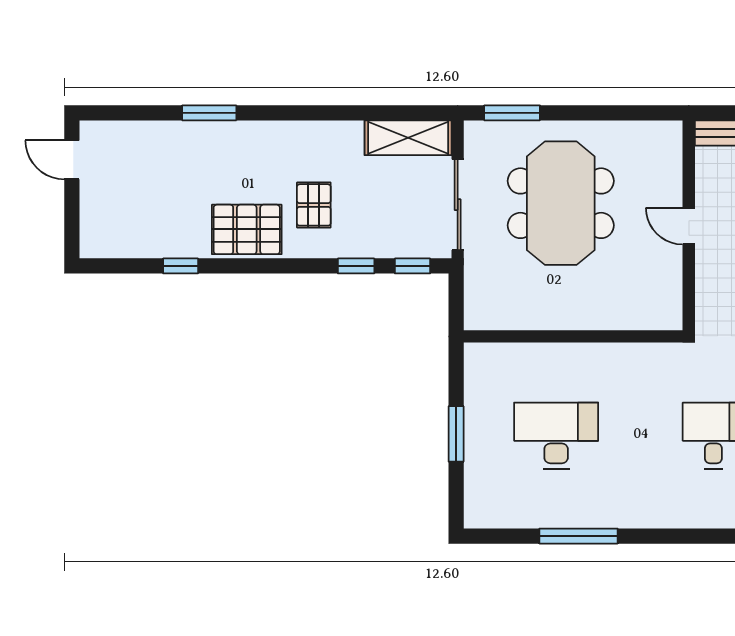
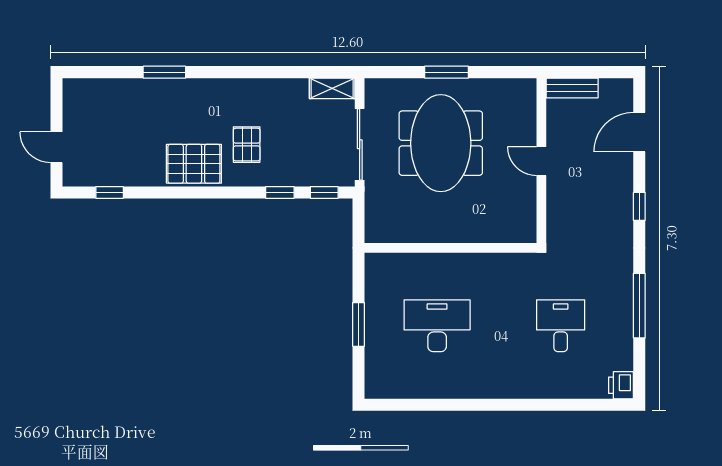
window: (512, 113) -> (446, 72), moved
shelving: (408, 138) -> (332, 88), width x0.67, depth x0.75
door: (72, 160) -> (57, 147), moved
window: (181, 266) -> (110, 192), moved
window: (578, 536) -> (455, 405), removed

